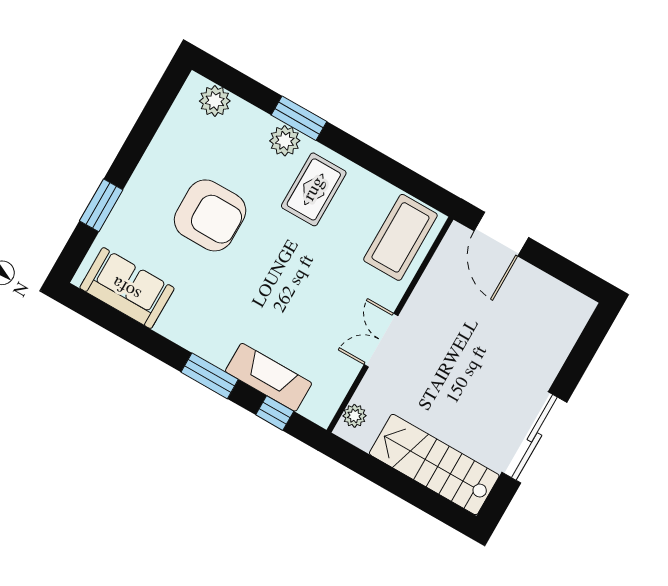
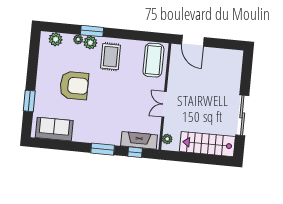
plant: (262, 123) -> (78, 39), added
fireplace: (269, 377) -> (139, 140), moved

